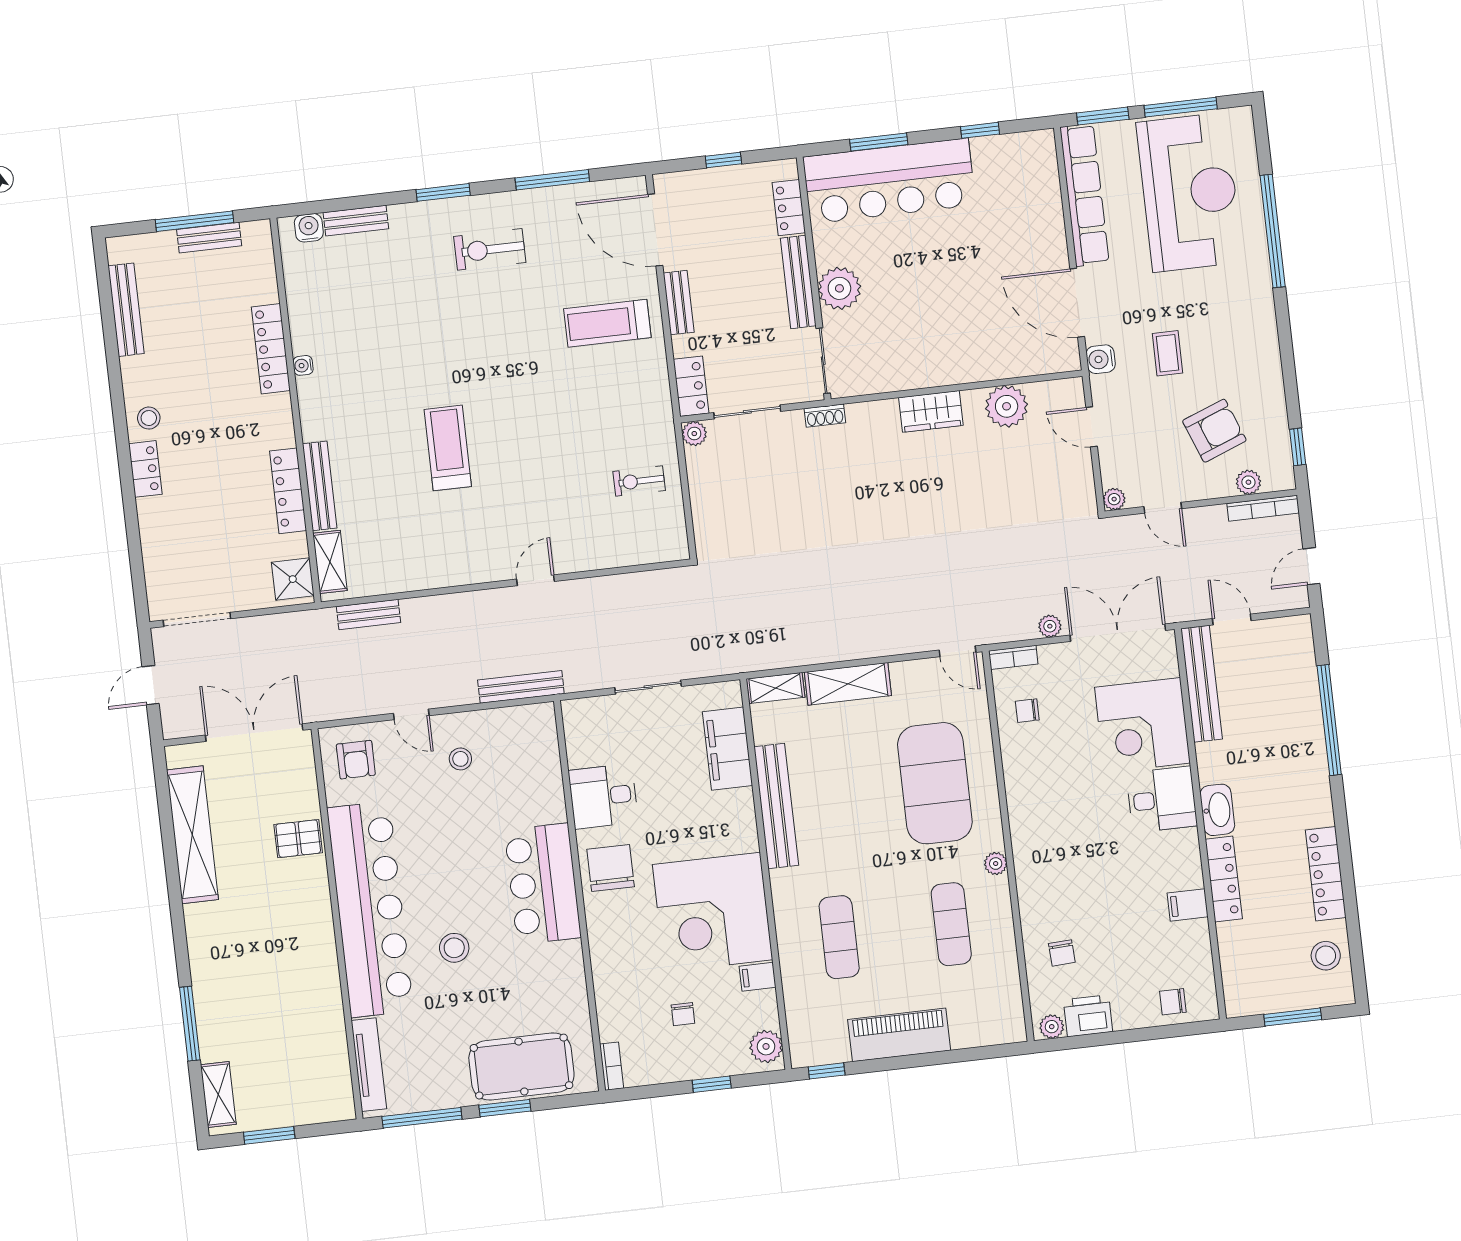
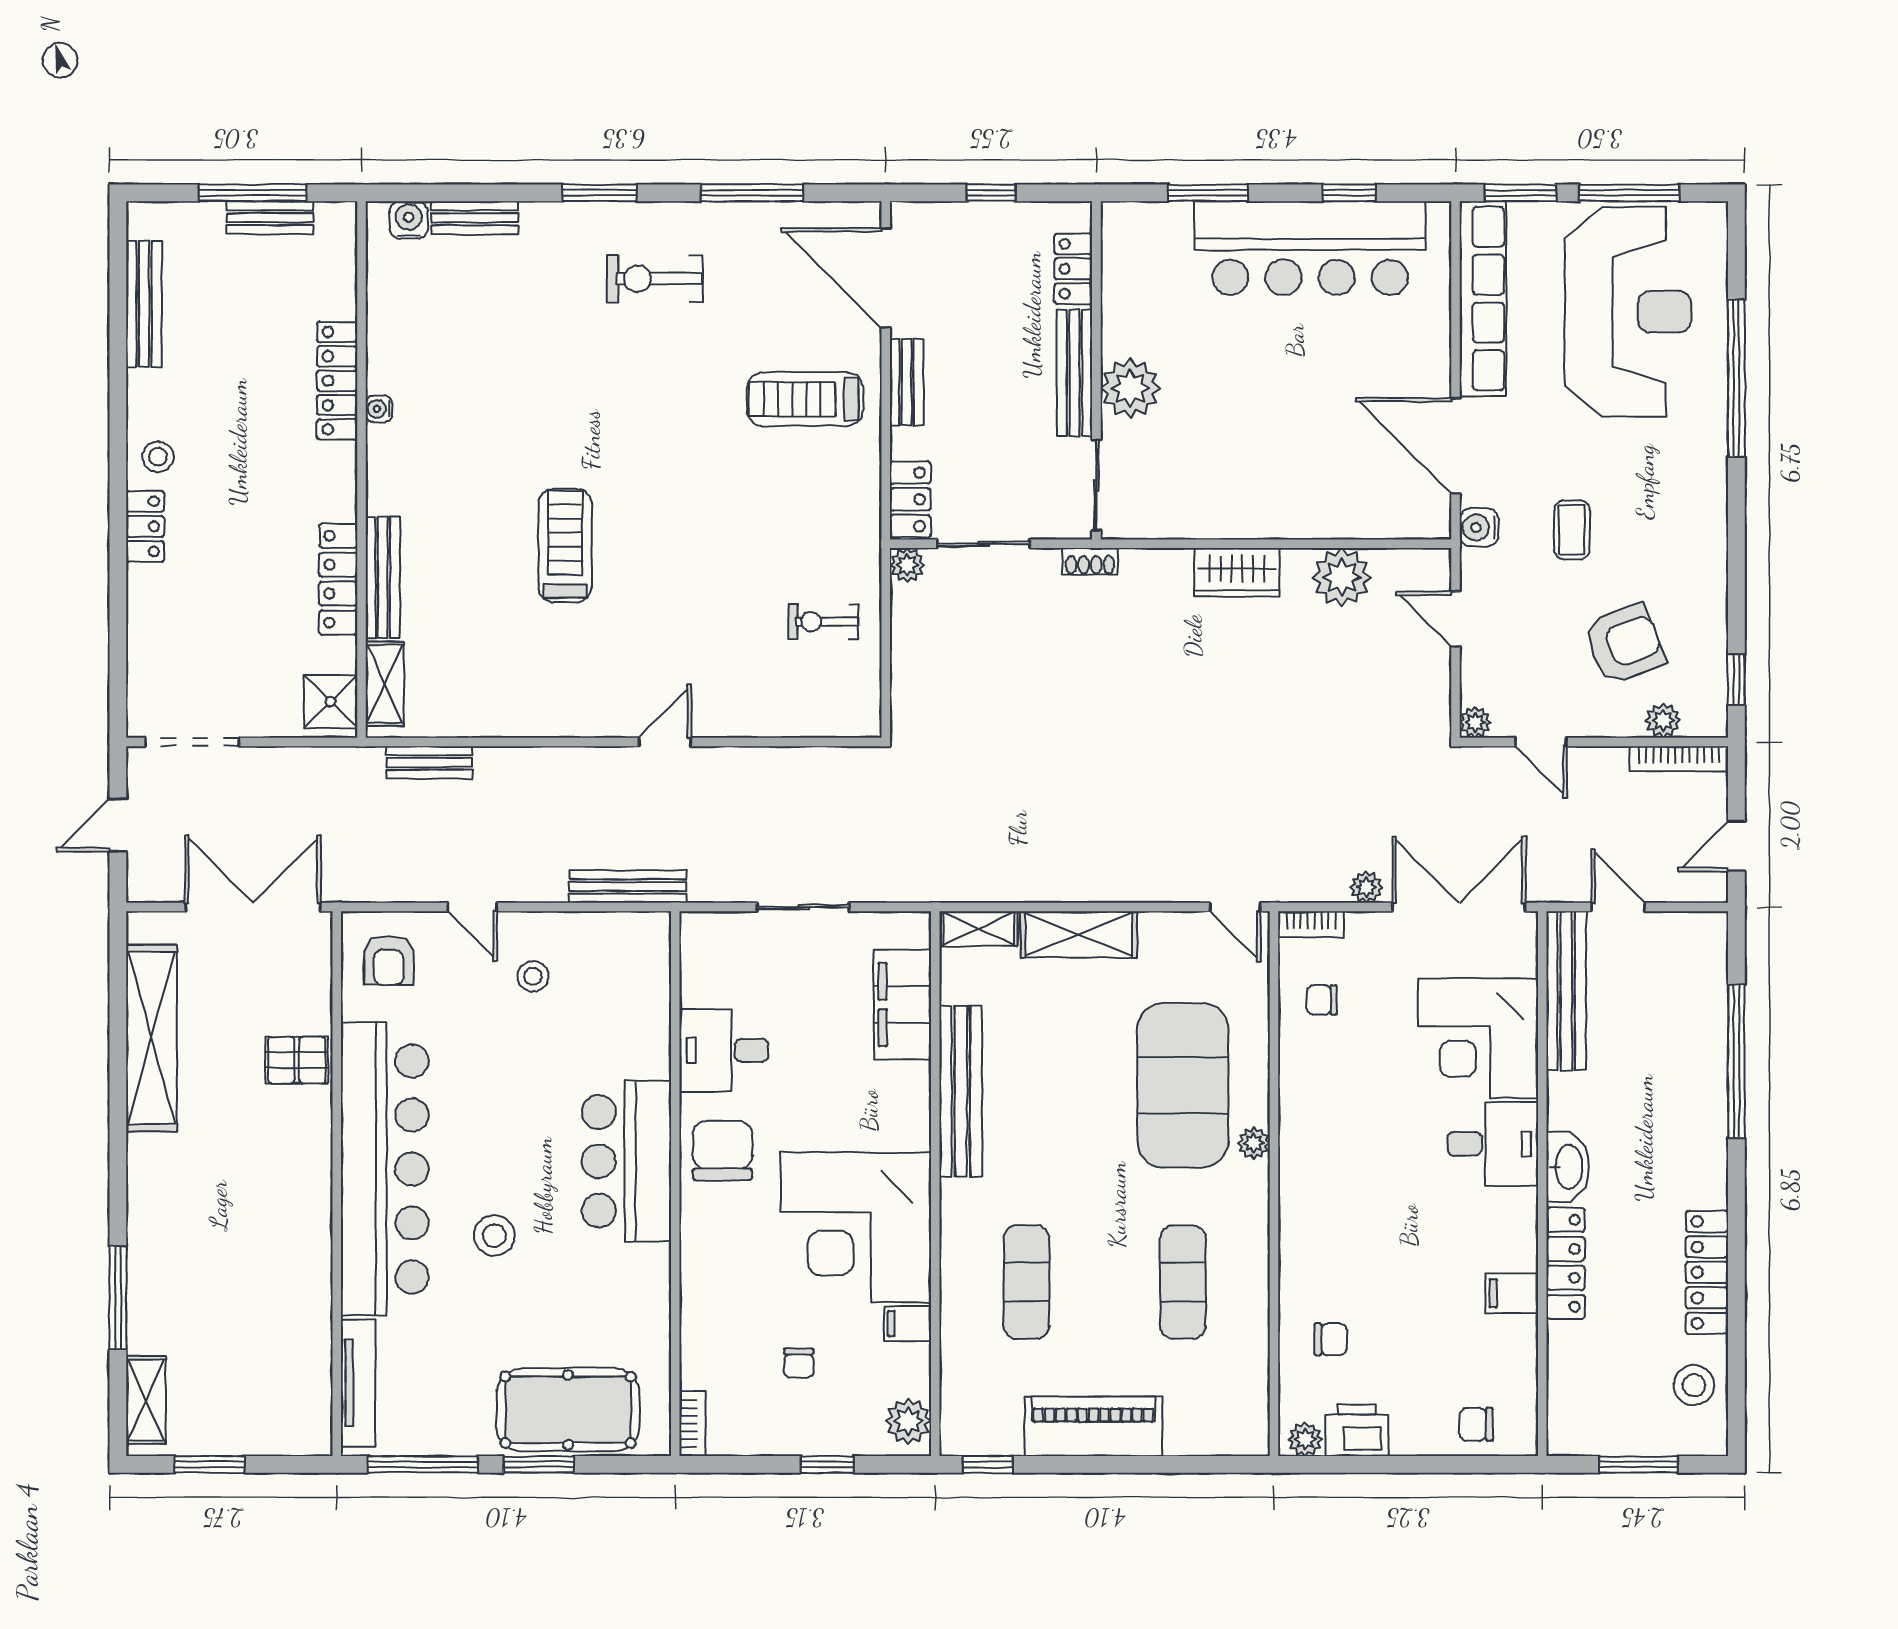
bar counter: (889, 181) -> (1310, 248), moved
plant: (996, 864) -> (1254, 1143), moved
chair: (1062, 953) -> (1331, 1339), turned -87

